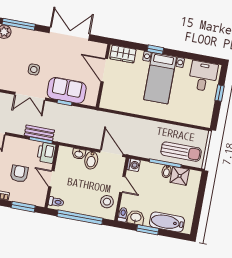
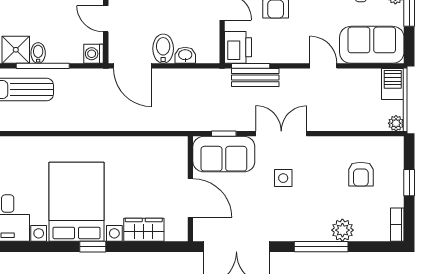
door: (104, 70) -> (190, 198), moved
wall: (103, 76) -> (190, 189), moved
bed with nightstands: (160, 78) -> (77, 202), width x1.36

